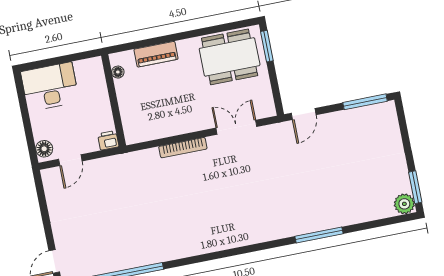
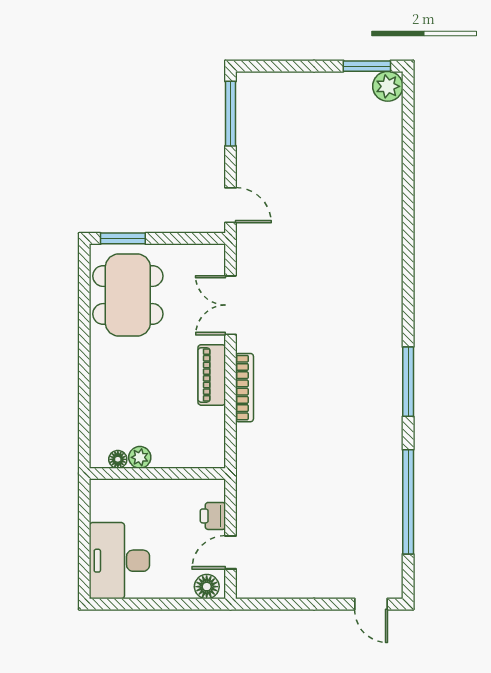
piano: (156, 54) -> (212, 375), moved, turned 180
plant: (122, 87) -> (140, 457), added
printer: (108, 140) -> (213, 516), moved
door: (70, 160) -> (230, 552), swing flipped
window: (319, 235) -> (408, 382), moved

